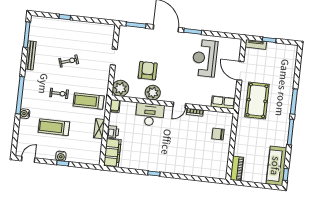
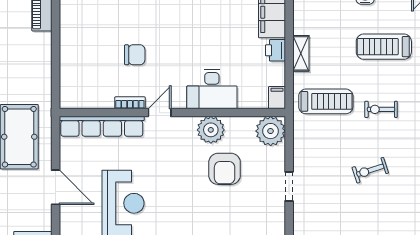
row of seats: (223, 102) -> (102, 126), width x2.02
treadmill: (54, 127) -> (384, 47), turned 180
chair: (218, 134) -> (135, 55), moved

